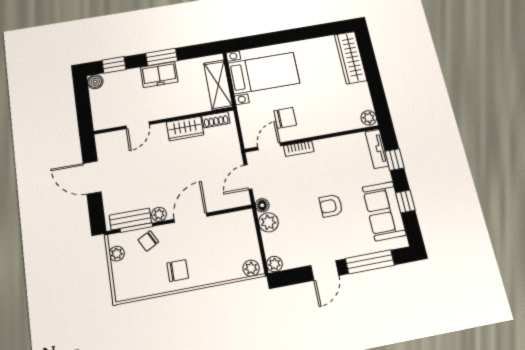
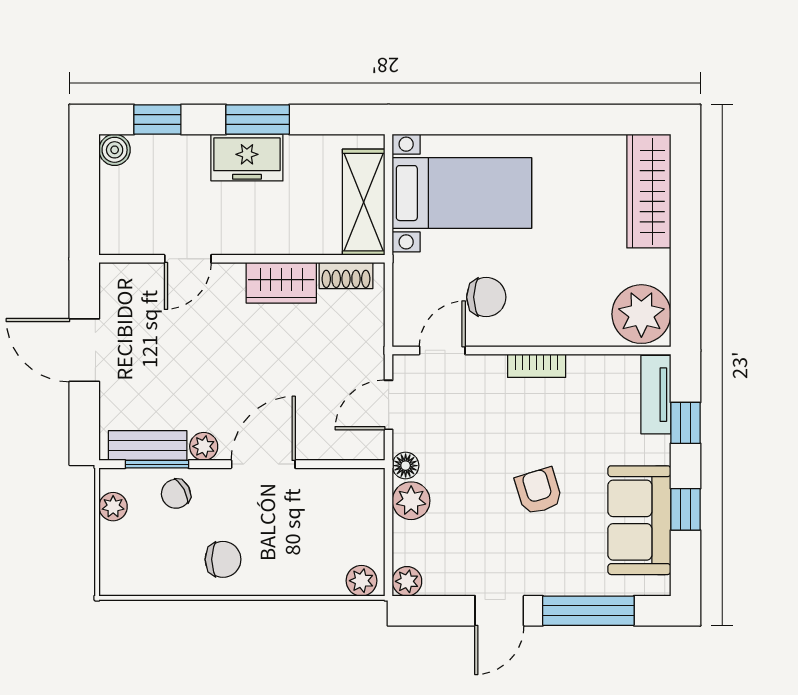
plant: (369, 118) -> (641, 314), width x1.87, depth x1.87
bookcase: (299, 149) -> (537, 366), moved
armchair: (331, 206) -> (539, 491), turned 73

